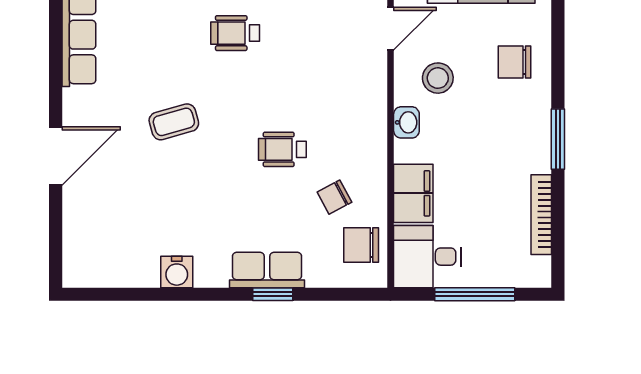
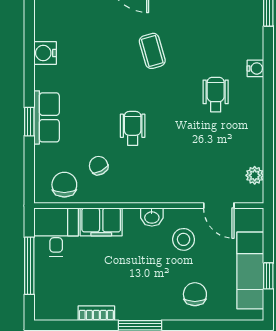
bookcase: (541, 215) -> (96, 313), width x0.64

